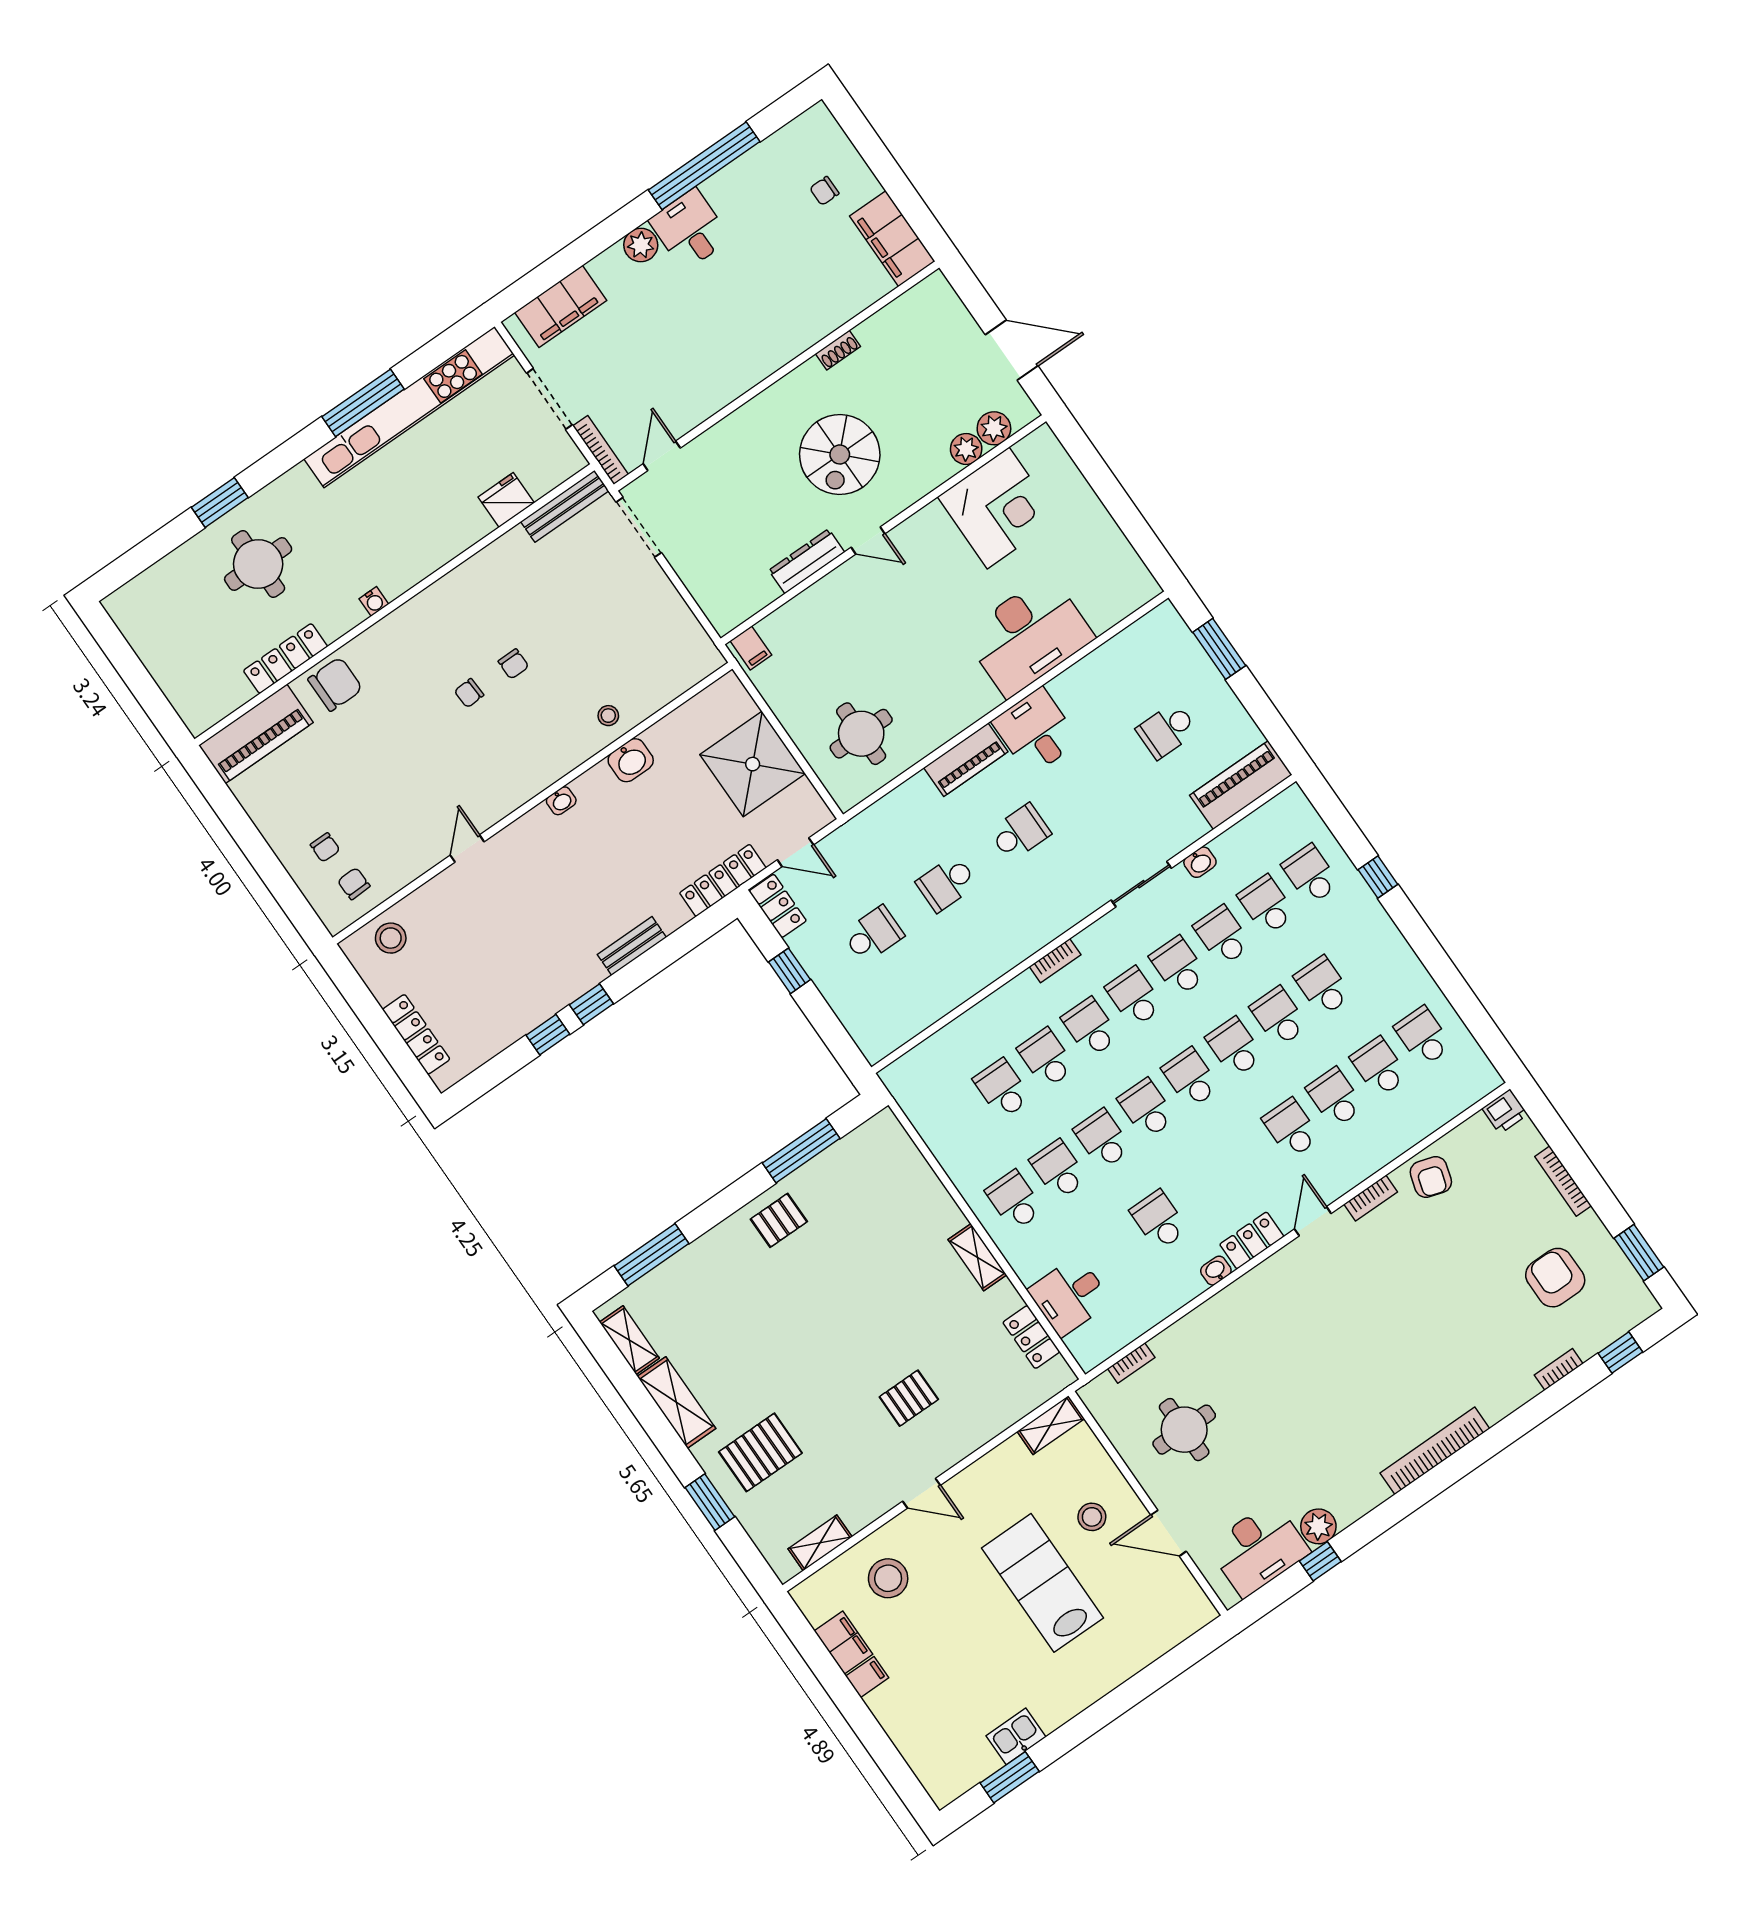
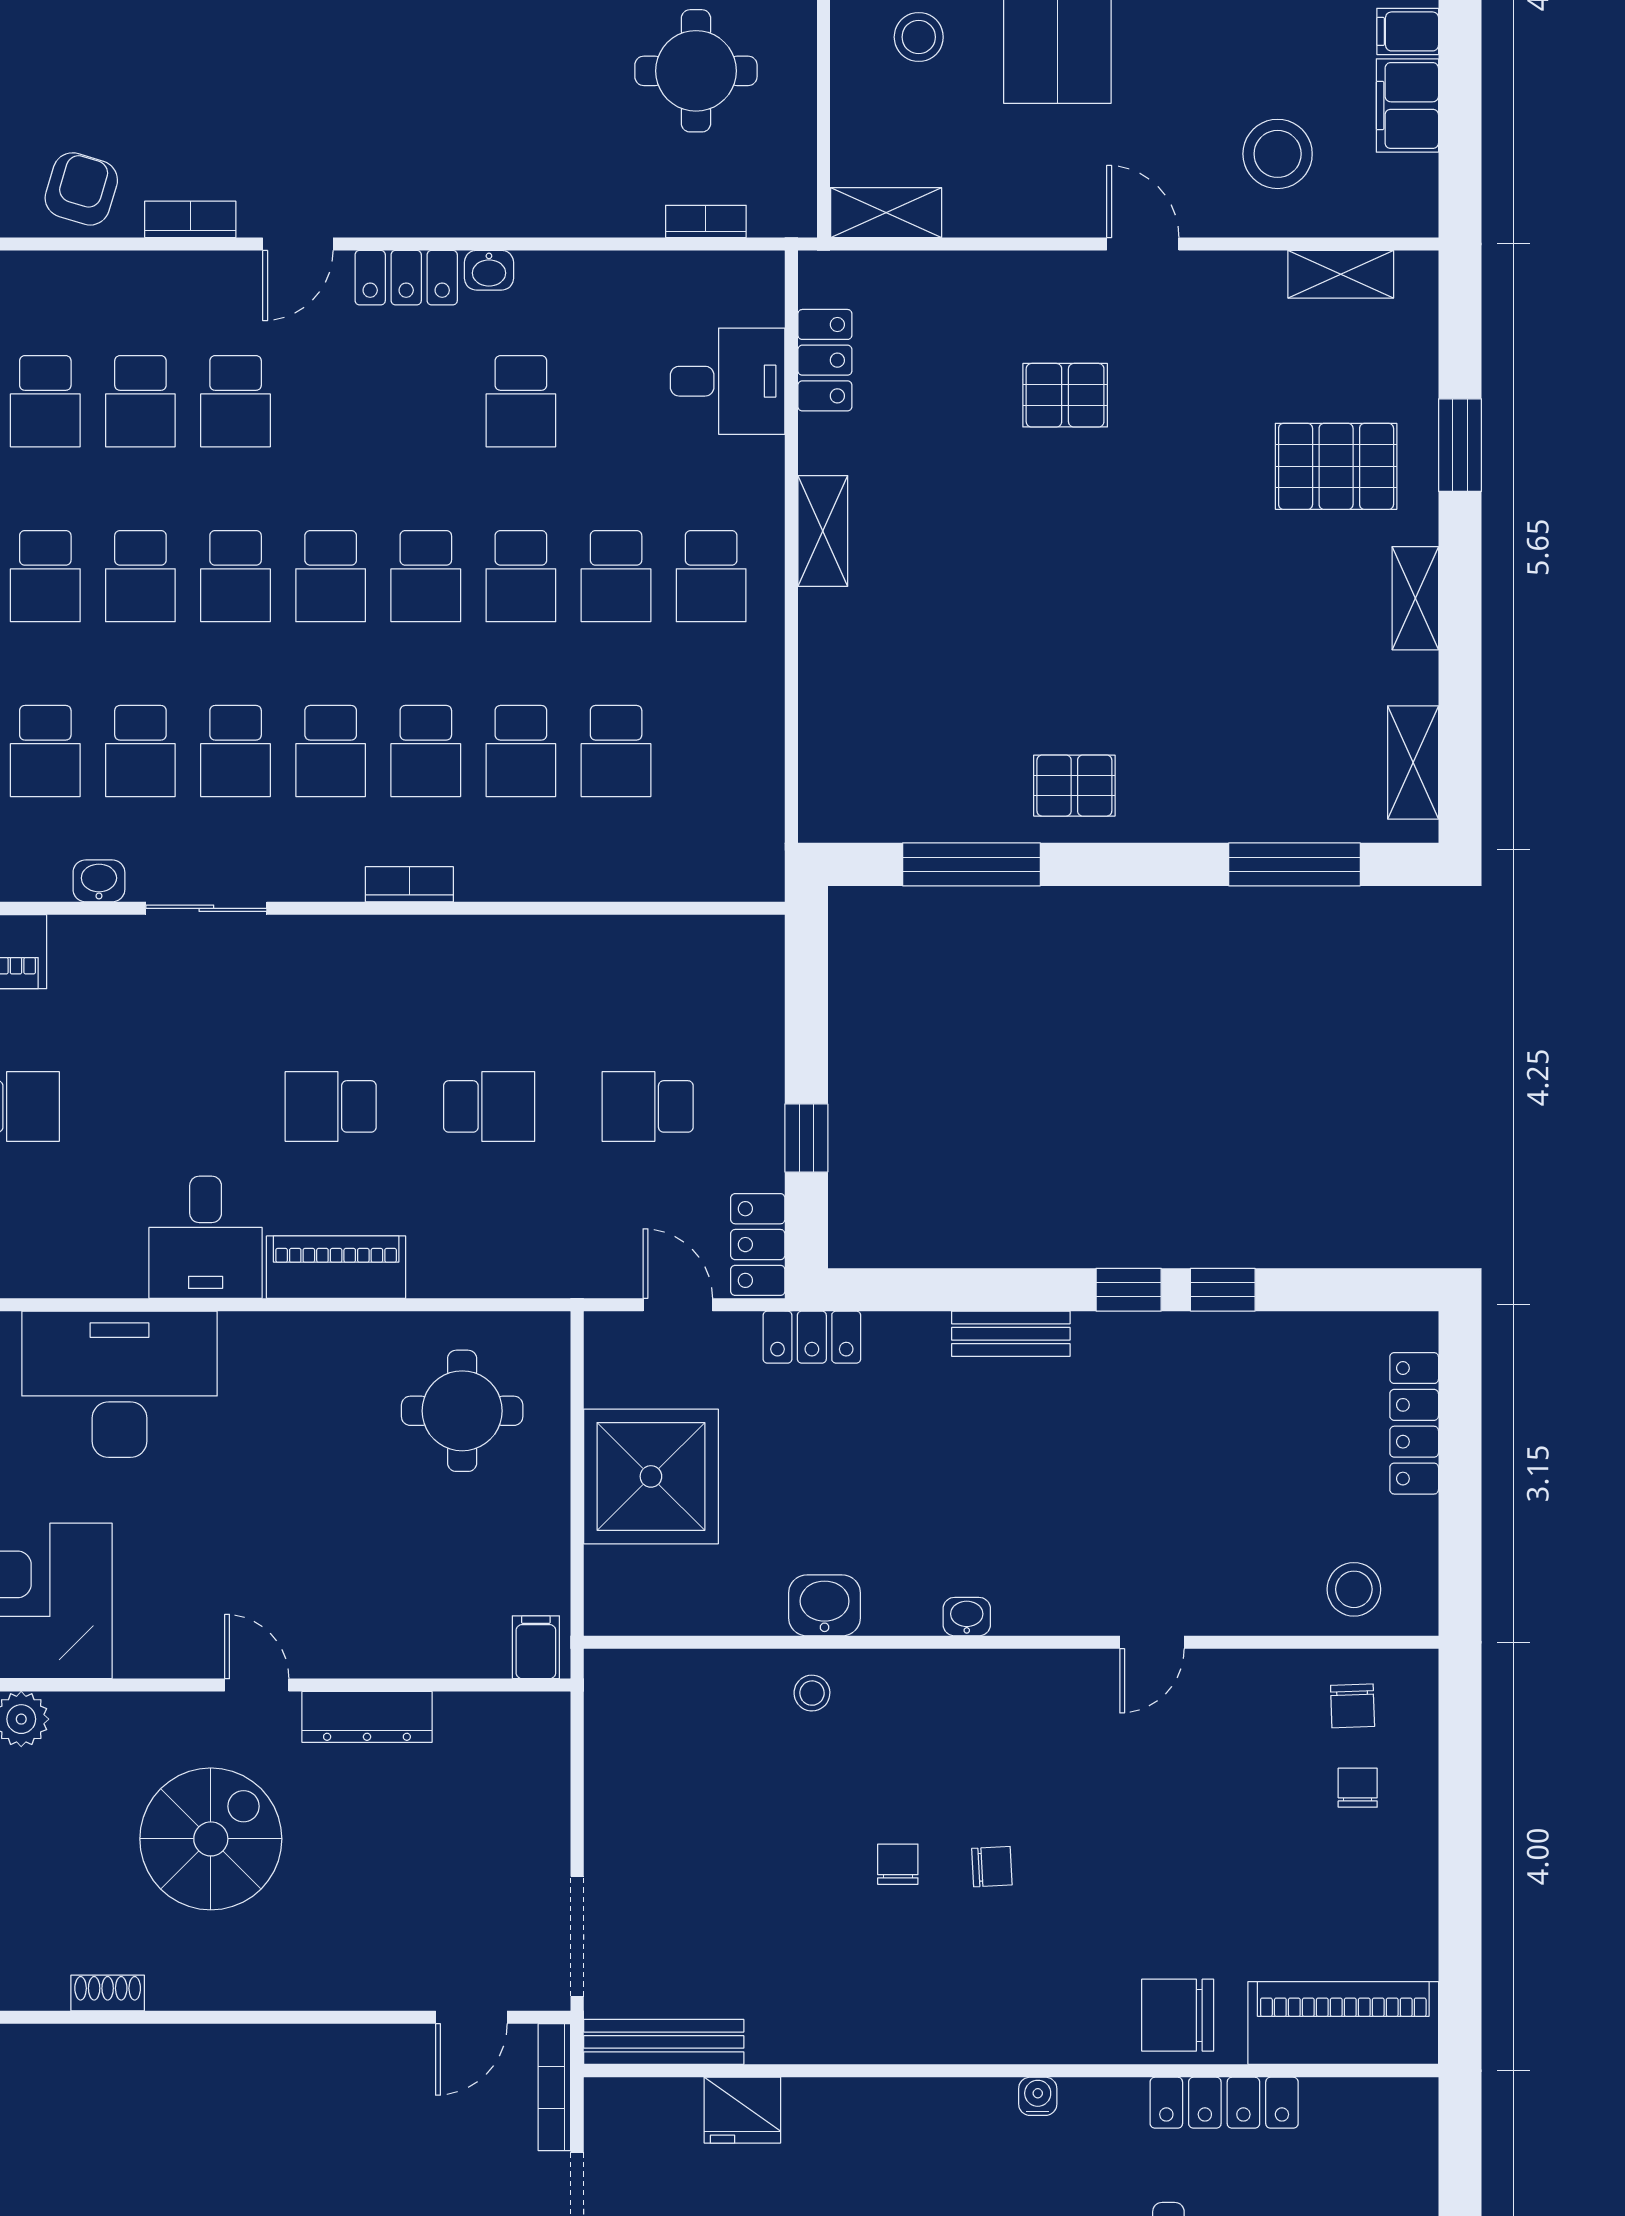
locker: (723, 880) -> (812, 1337), width x0.66
shelving: (677, 1402) -> (1415, 598), width x0.67, depth x0.75

